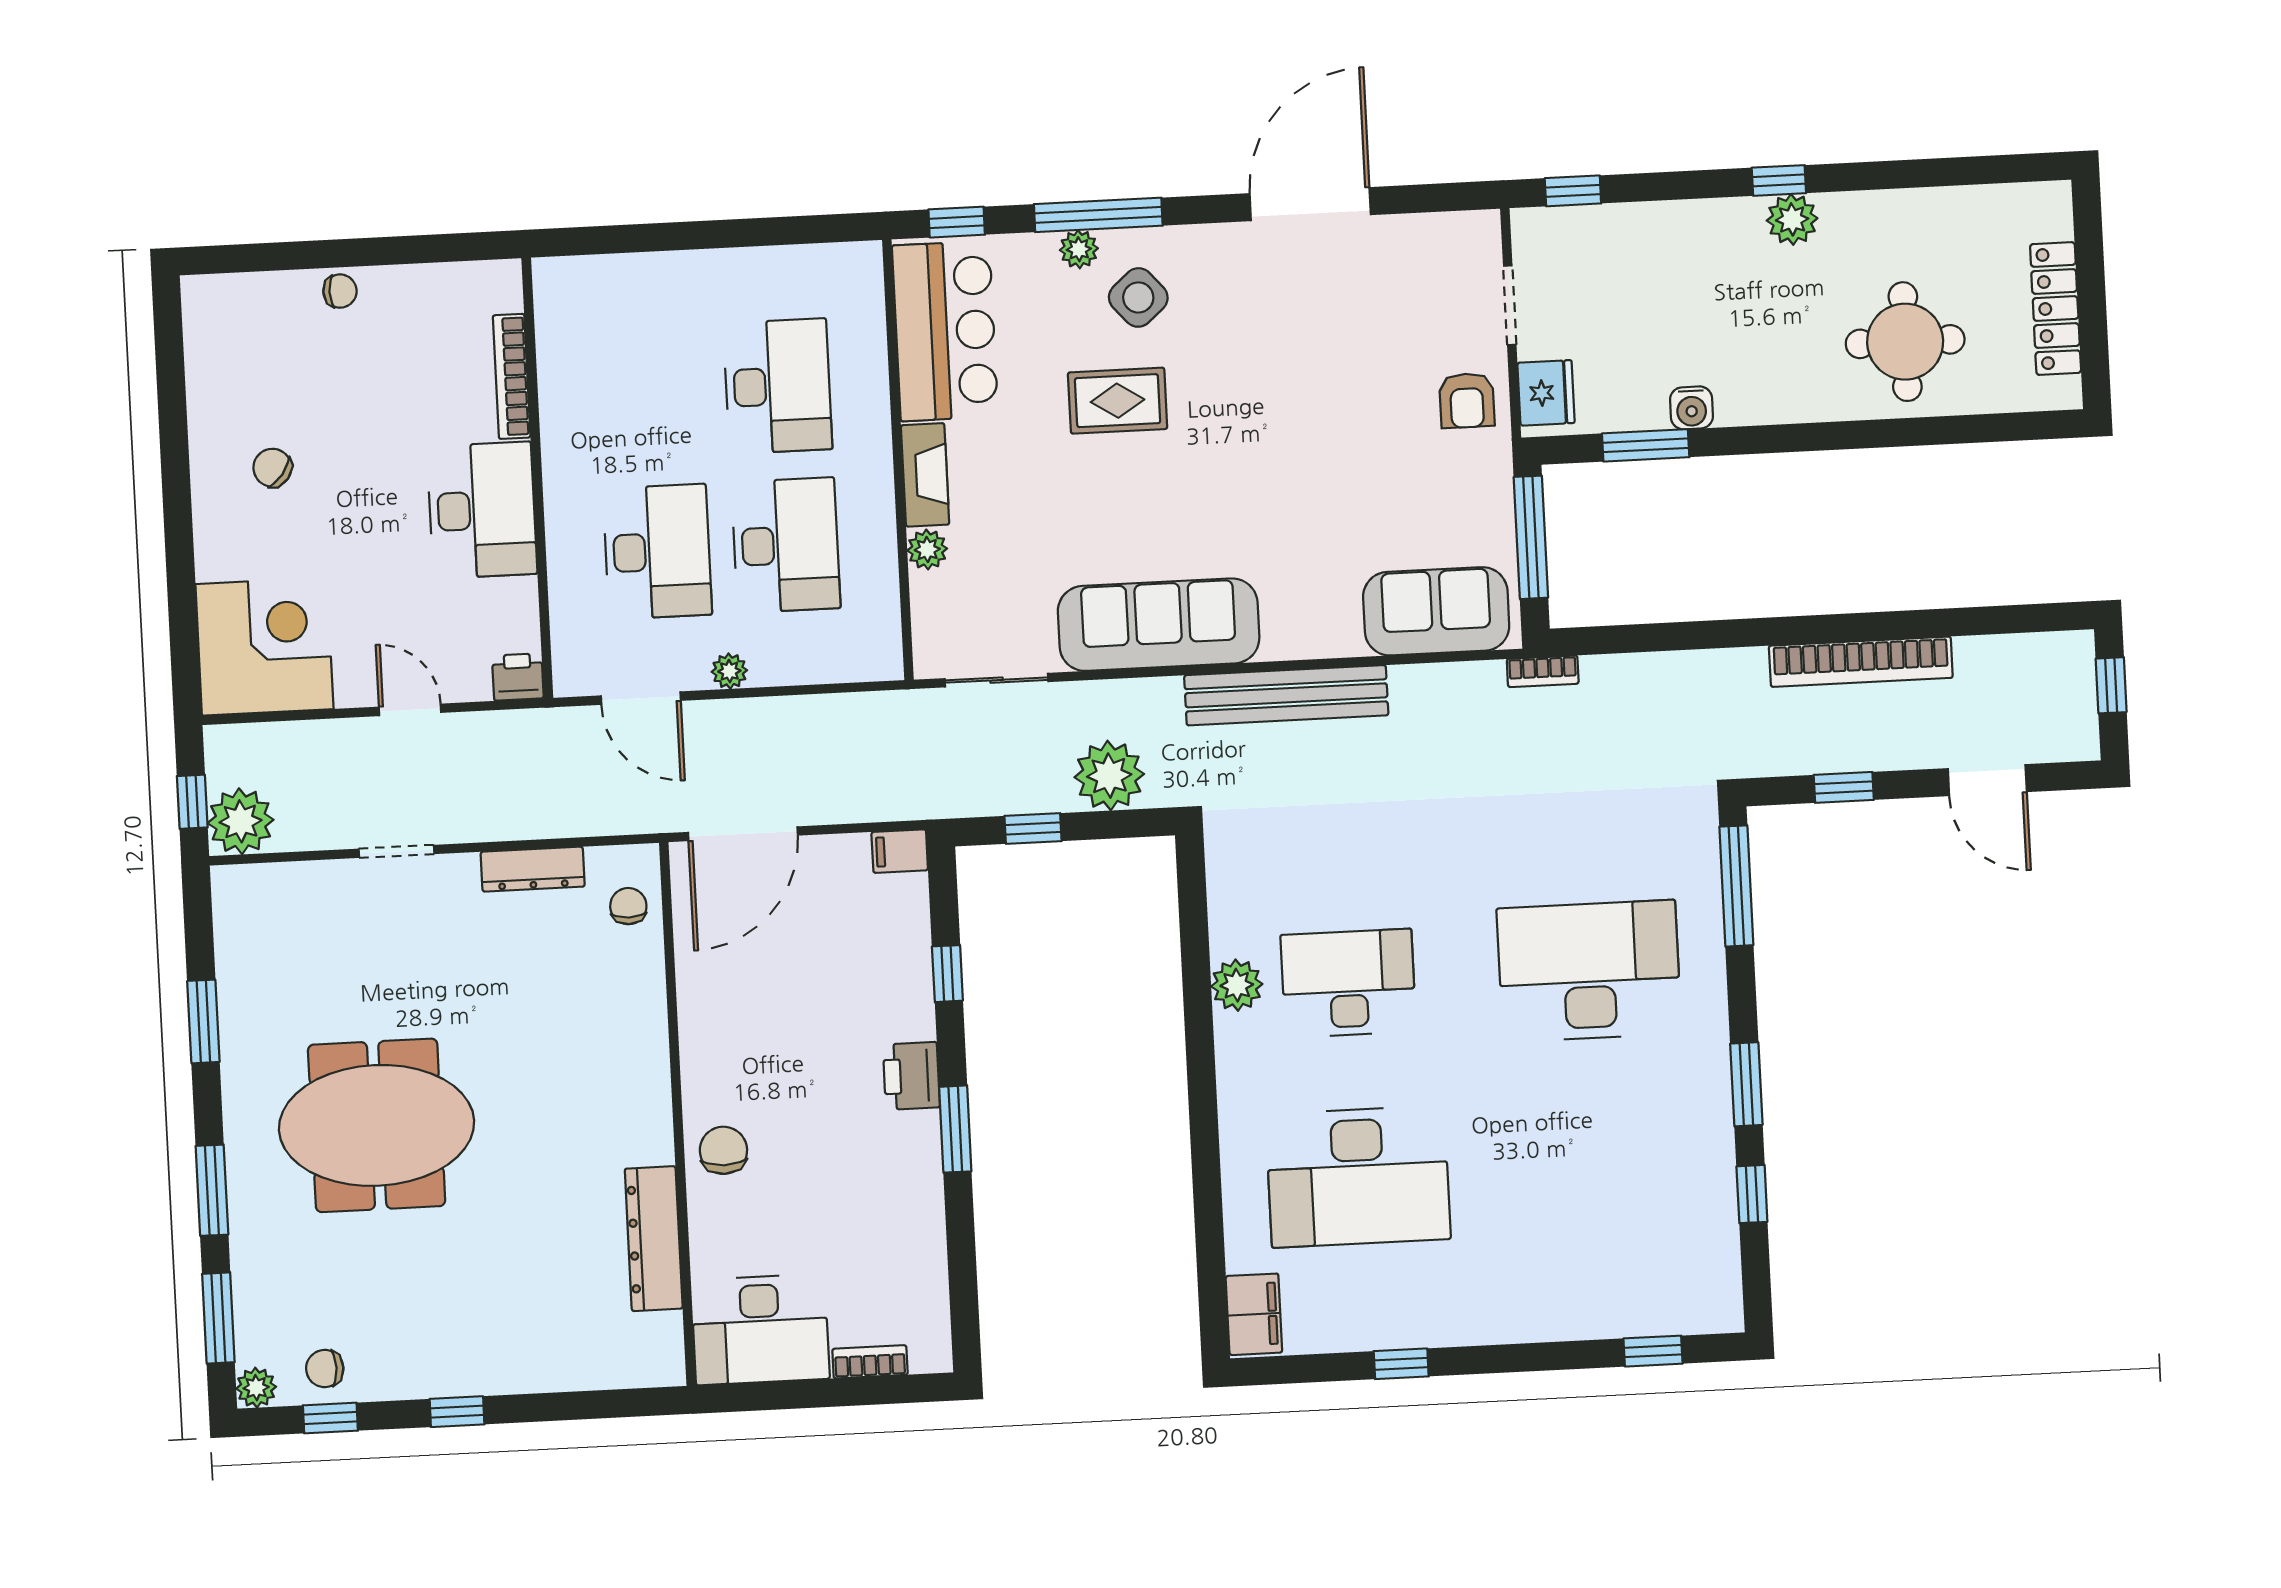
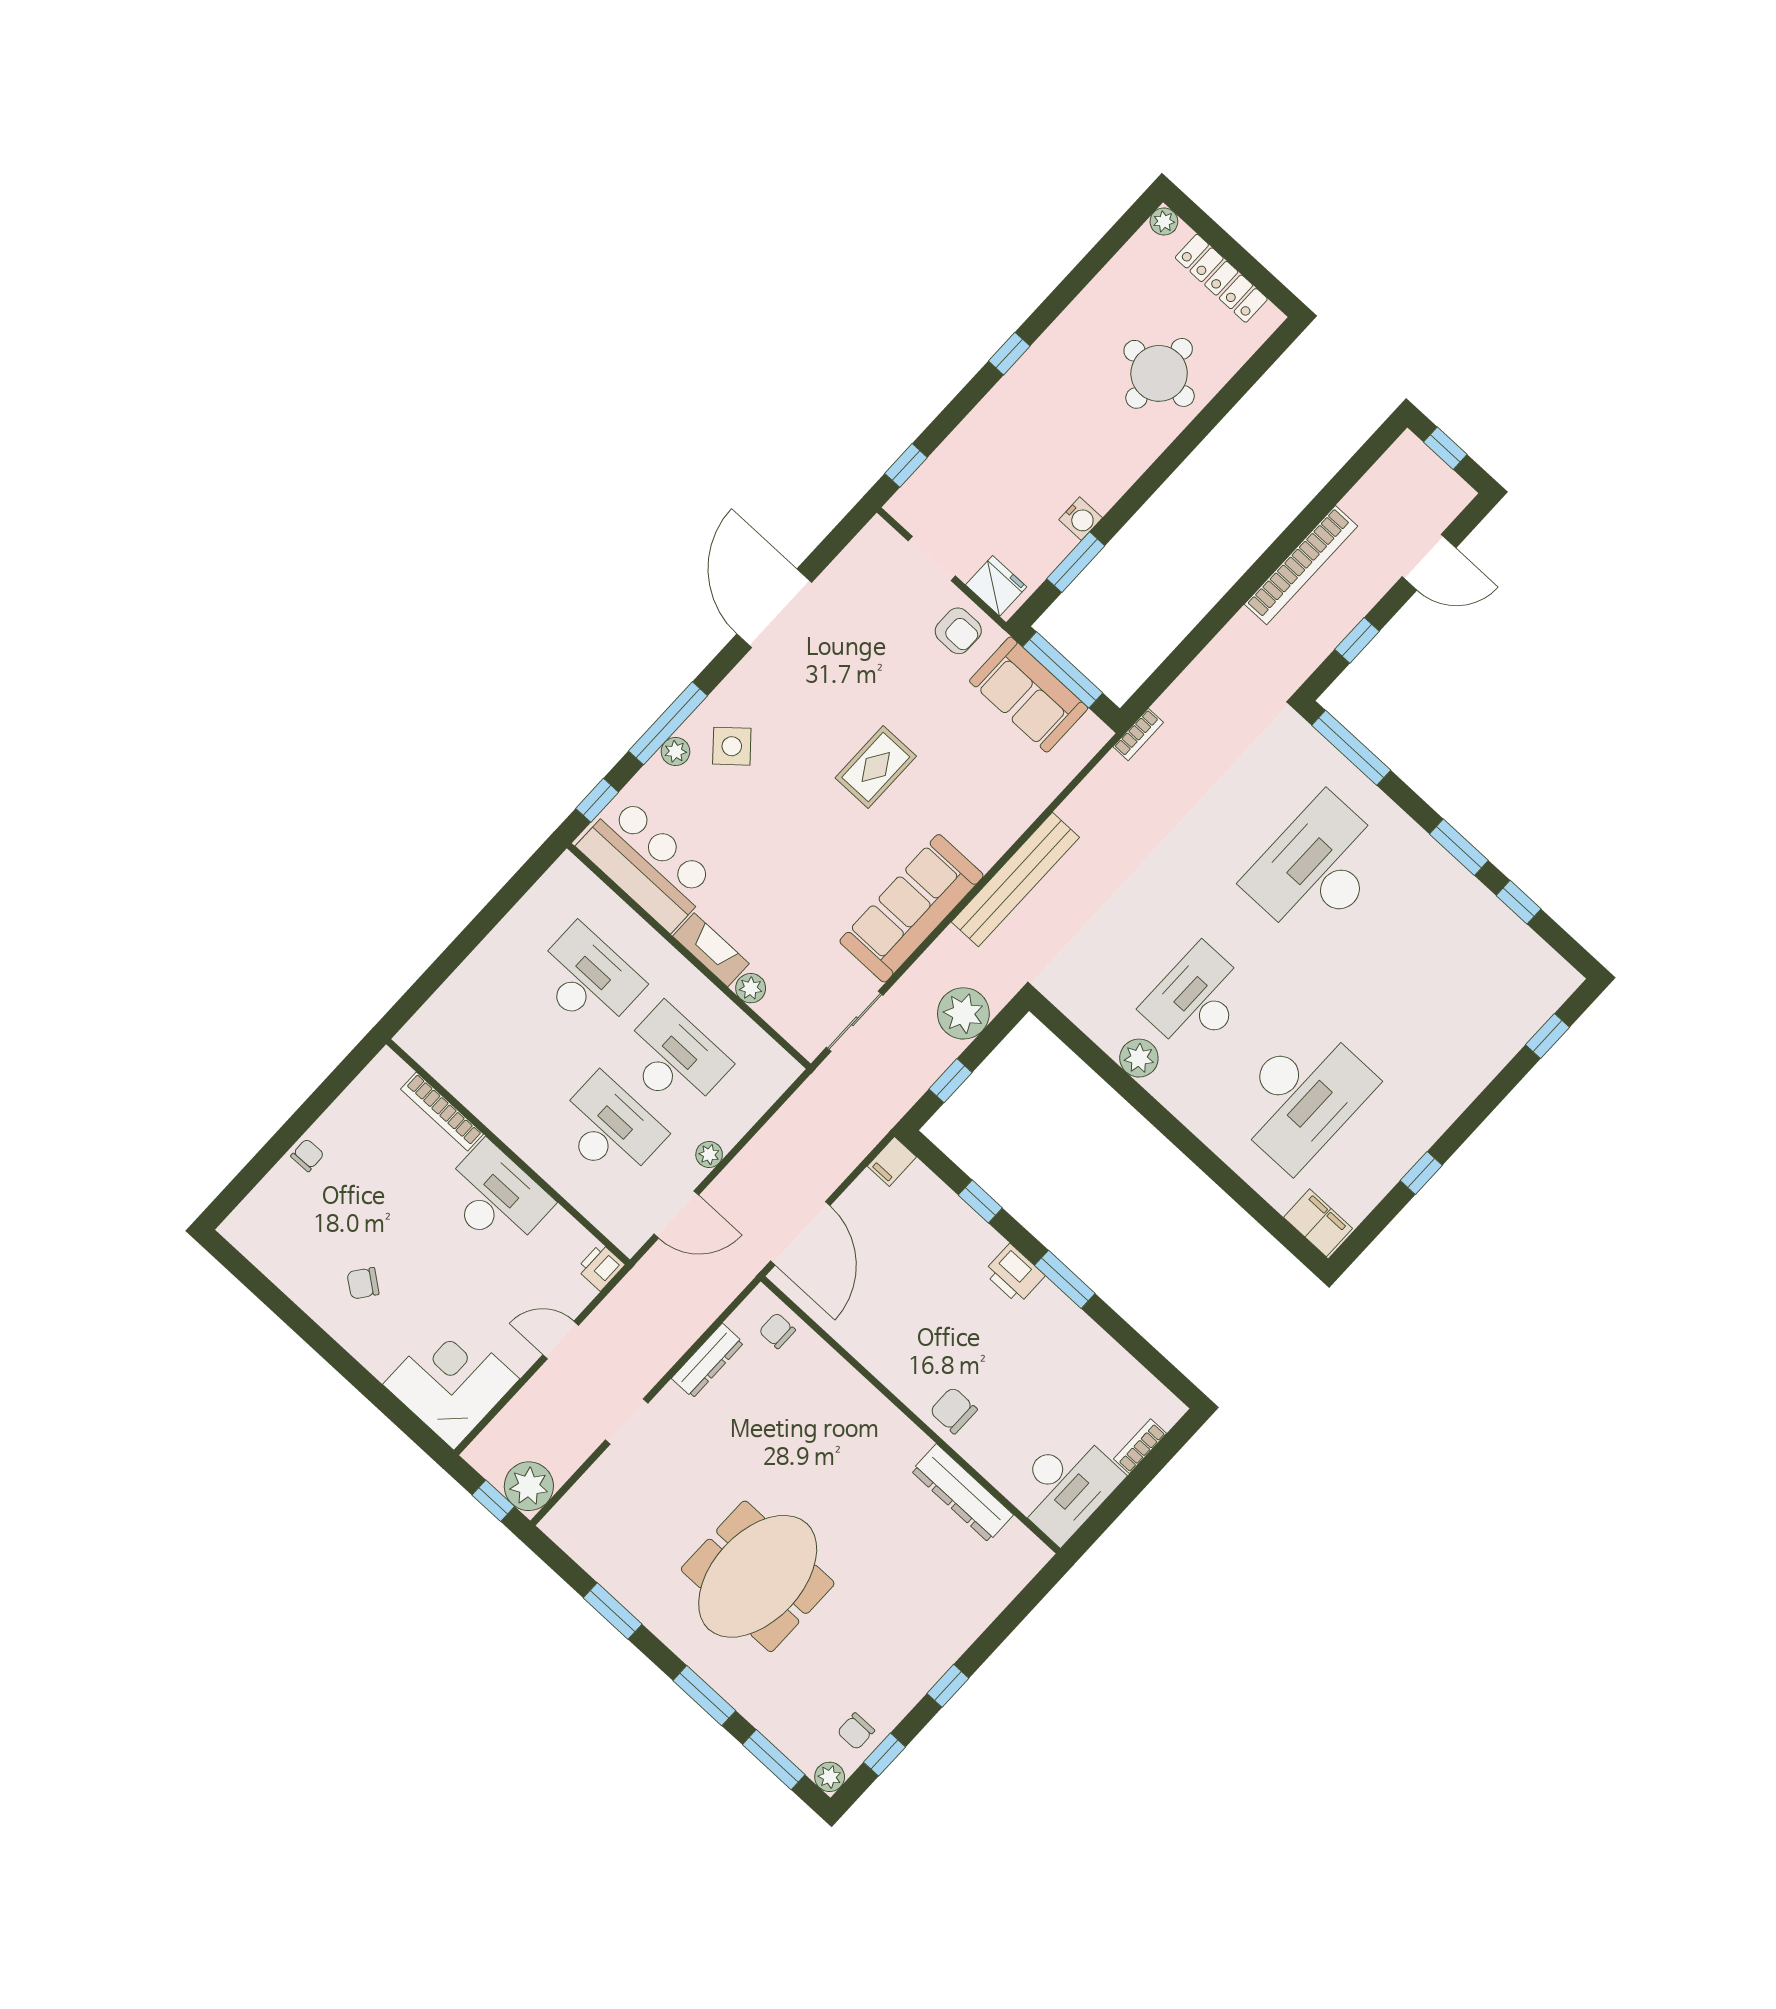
plant: (1792, 219) -> (1164, 221), moved, width x0.73, depth x0.73
rug: (1118, 401) -> (876, 767), moved
sofa: (1436, 611) -> (1029, 694), moved, turned -90

